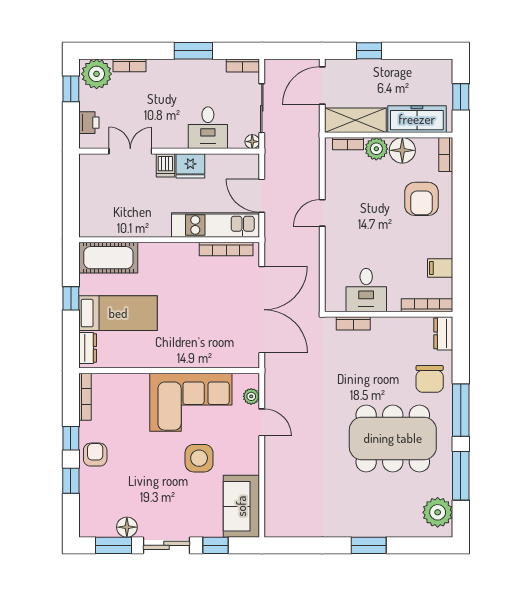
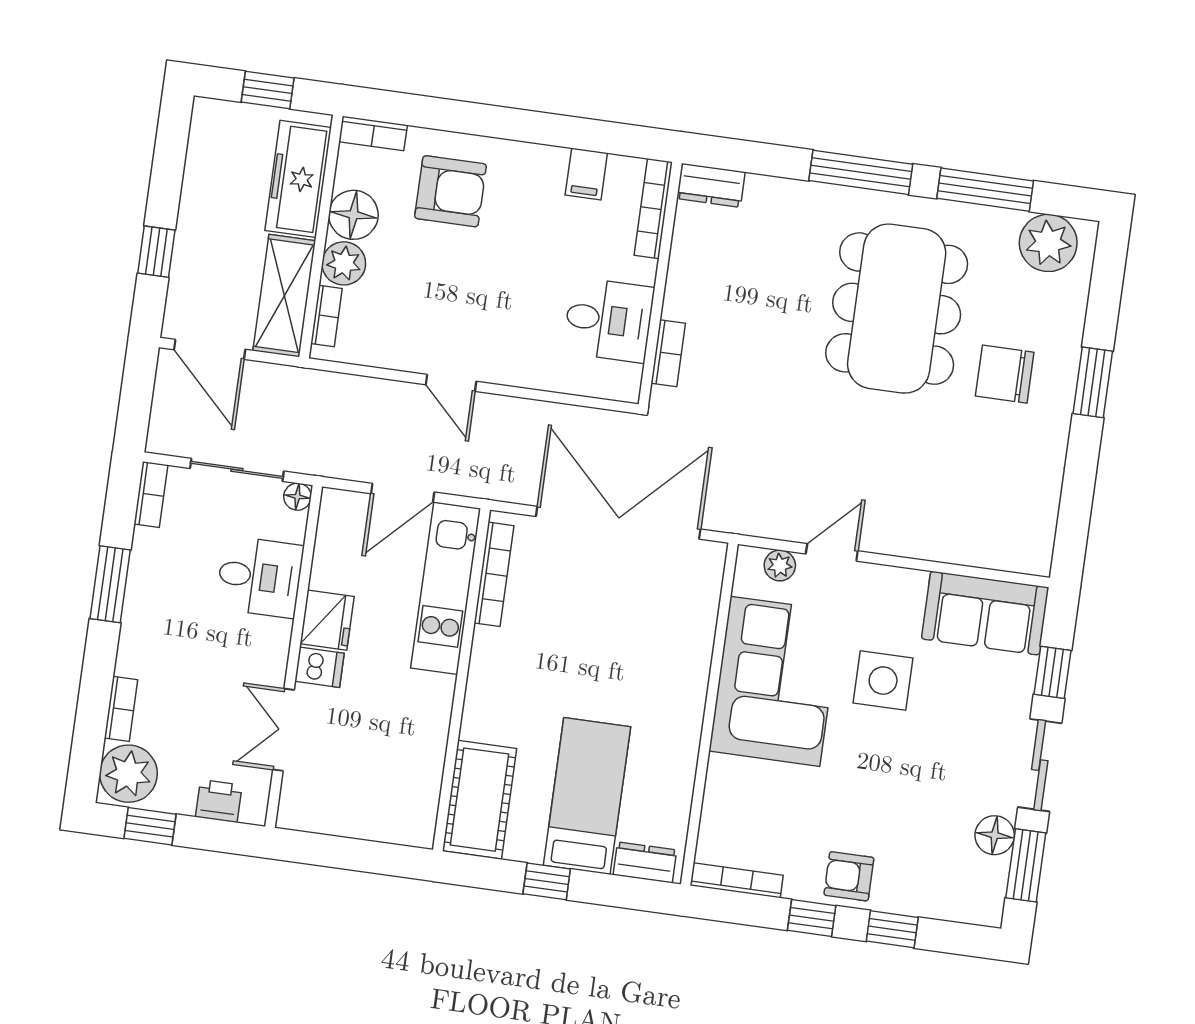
chair: (430, 379) -> (1005, 374), moved, turned 180

